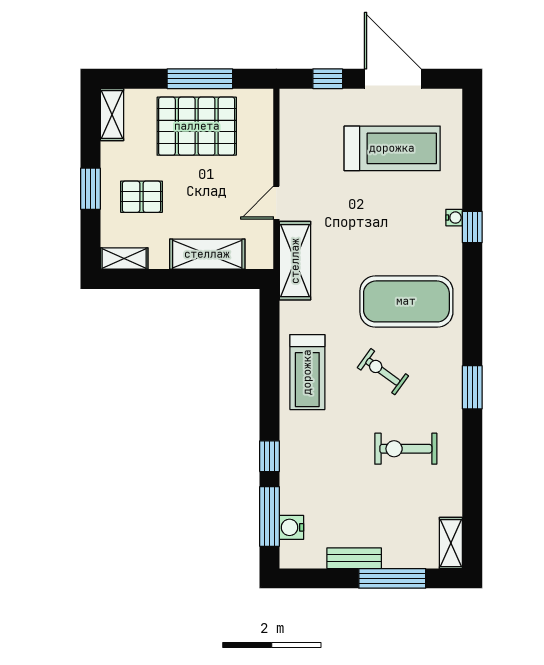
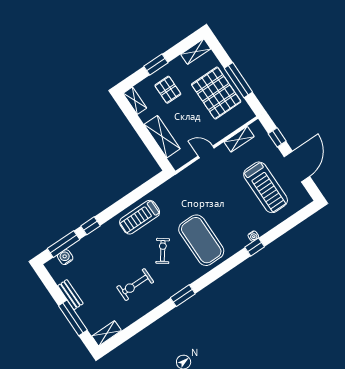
shelving: (295, 261) -> (239, 139), moved, width x0.67, depth x0.75
exercise bike: (406, 449) -> (135, 285), turned -90

